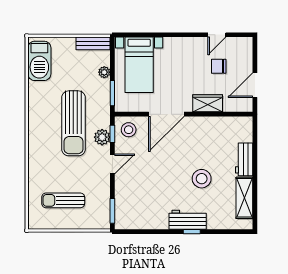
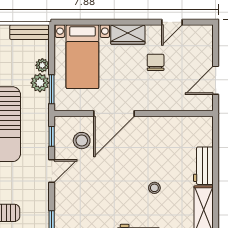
chair: (219, 66) -> (156, 62), moved, turned 90
wardrobe: (208, 103) -> (128, 35), moved, turned 180
stool: (129, 130) -> (82, 141), moved
plant: (102, 137) -> (40, 83), moved
stool: (202, 179) -> (154, 188), width x0.53, depth x0.53

